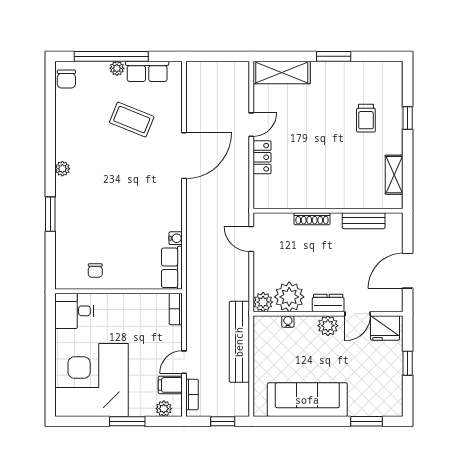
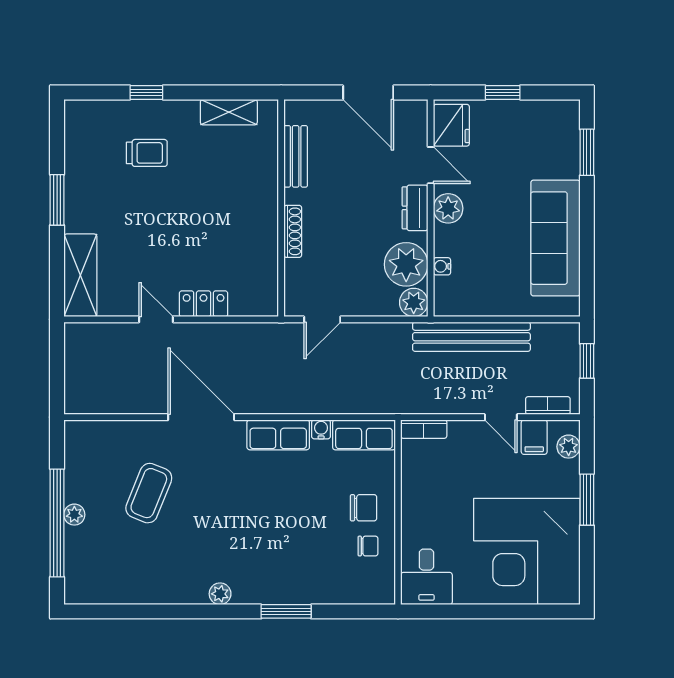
row of seats: (147, 71) -> (278, 435), moved, turned 90
chair: (66, 79) -> (364, 508), moved

